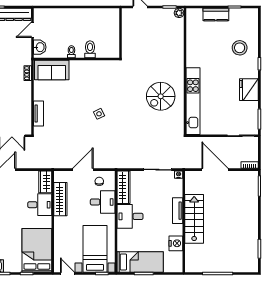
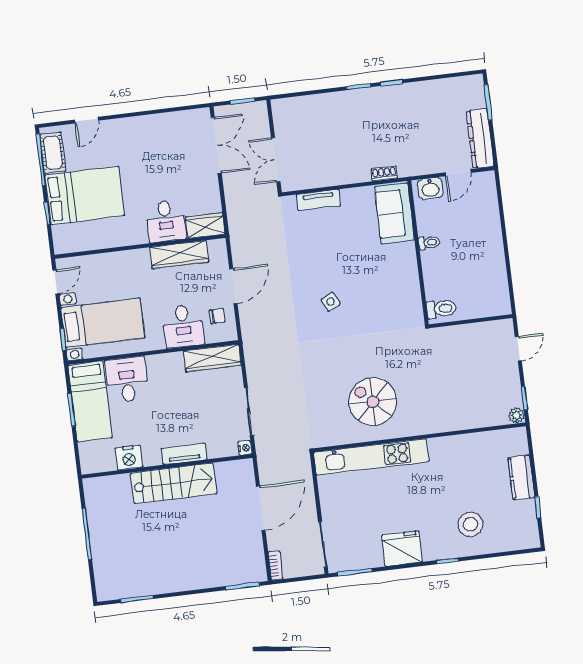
door: (33, 30) -> (458, 173), swing flipped
toilet: (90, 49) -> (441, 309), moved
door: (83, 170) -> (233, 286), hinge flipped
desk: (130, 216) -> (127, 380), moved
bed: (37, 250) -> (85, 195), moved

